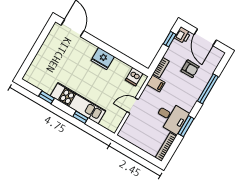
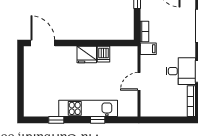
armchair: (190, 69) -> (172, 17), removed
dishwasher: (134, 77) -> (103, 54), moved

